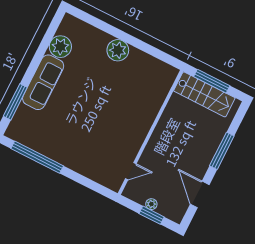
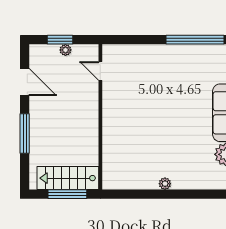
plant: (118, 50) -> (165, 184), width x0.53, depth x0.53
door: (131, 171) -> (100, 71), hinge flipped

